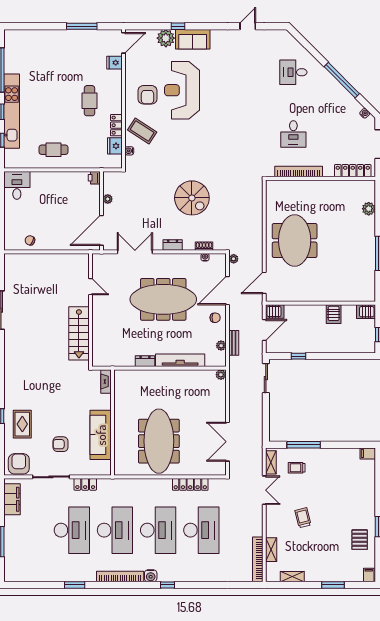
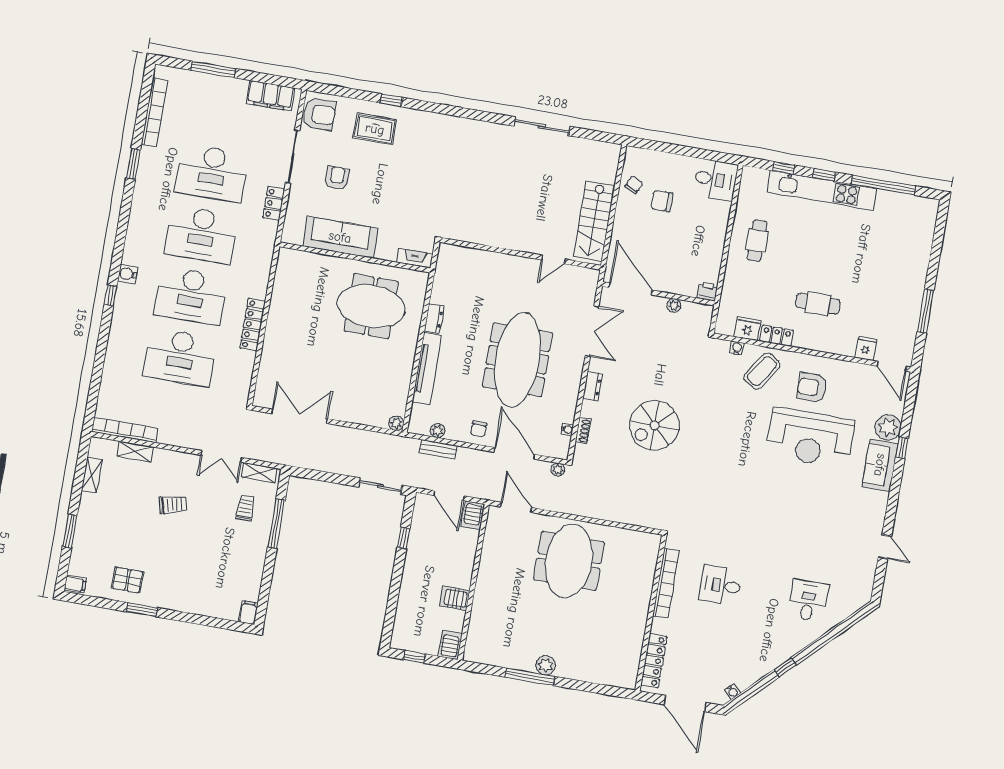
window: (342, 80) -> (785, 667), width x0.32
reception desk: (182, 90) -> (810, 438), turned 180
plant: (369, 209) -> (546, 665), moved
chair: (38, 219) -> (662, 201), added
meeting table: (295, 240) -> (569, 561), turned 90
stairs: (79, 333) -> (594, 221), moved, turned -90
meeting table: (159, 441) -> (371, 306), moved, width x0.73
locker: (190, 484) -> (253, 325), moved
bookcase: (120, 577) -> (154, 112), moved

